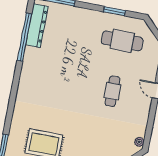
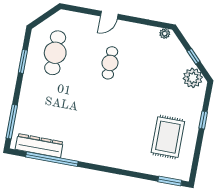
cafe table: (113, 91) -> (110, 63), turned 90

